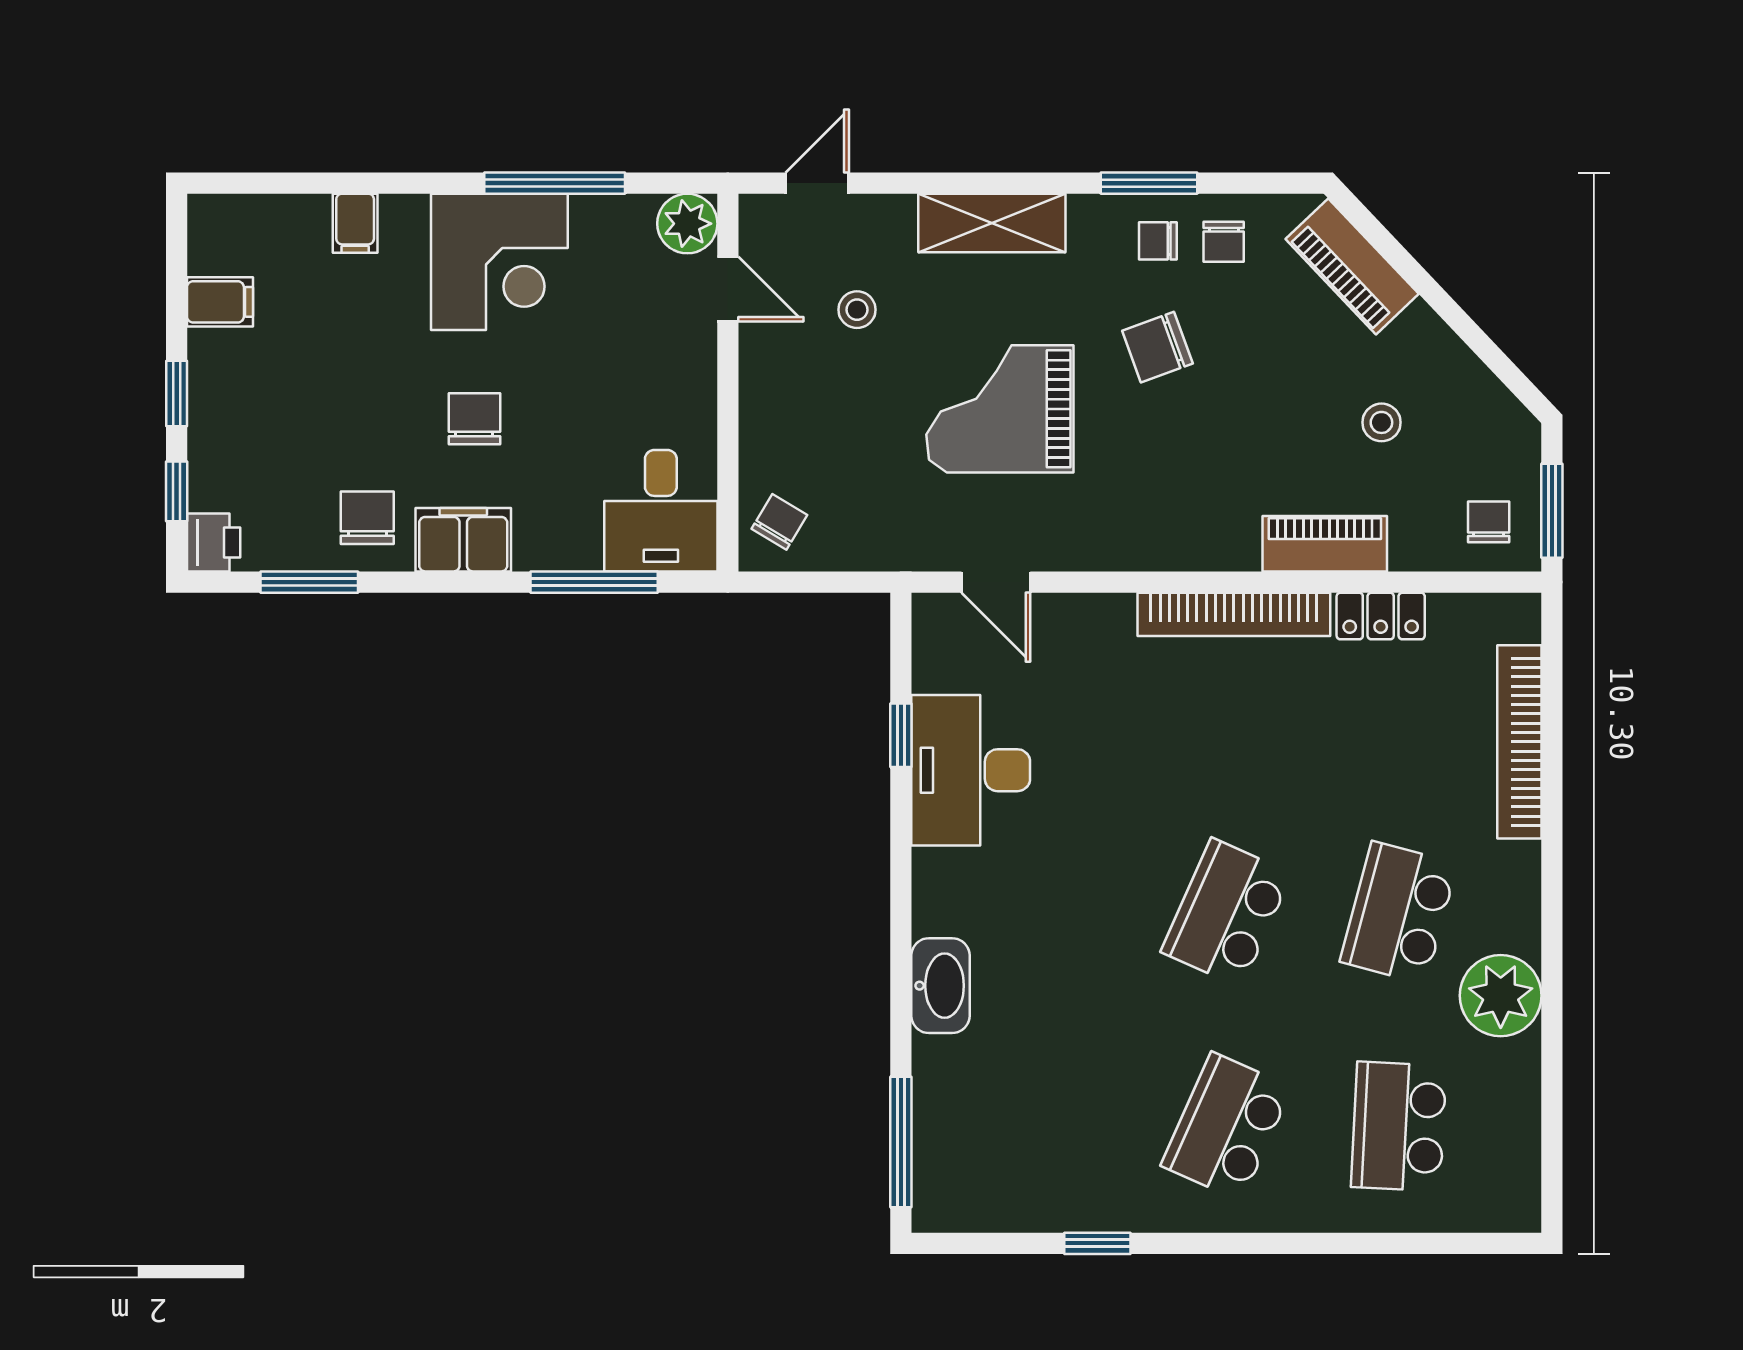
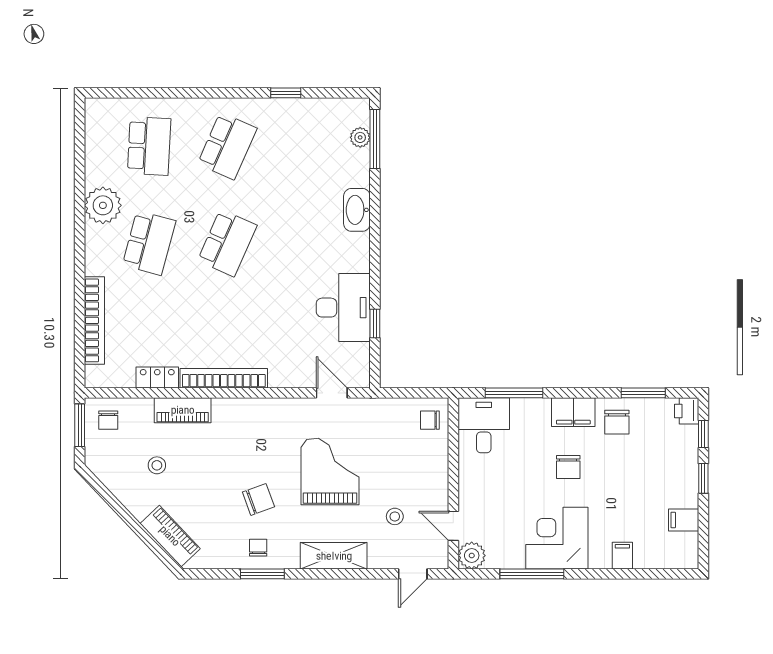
chair: (1158, 241) -> (258, 548), turned -90
chair: (1224, 242) -> (228, 547), removed
grand piano: (1000, 409) -> (330, 471), turned -90
chair: (779, 522) -> (430, 420), turned 59
plant: (933, 1145) -> (360, 137), added

